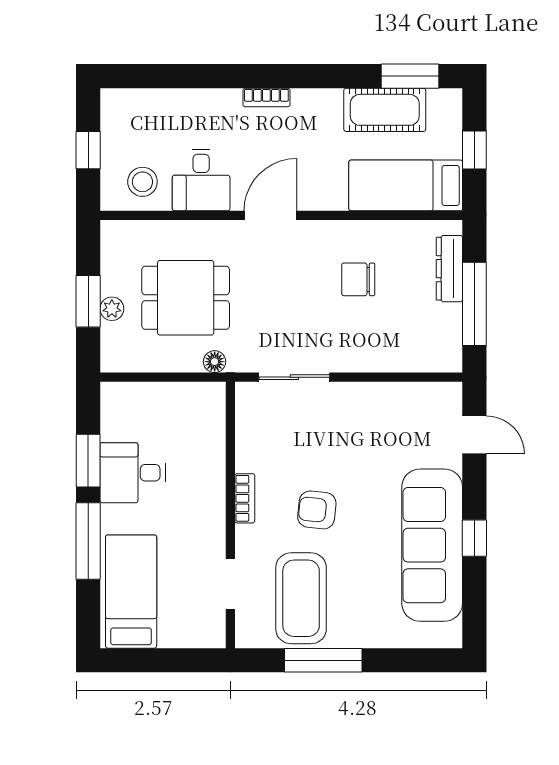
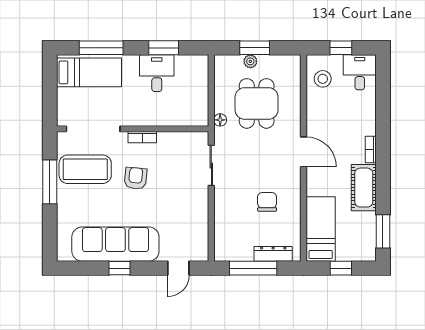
cot: (385, 110) -> (364, 188), moved
desk: (201, 180) -> (360, 72), moved, turned 90
window: (88, 541) -> (101, 48), moved
doorway: (230, 584) -> (93, 129), width x1.87

